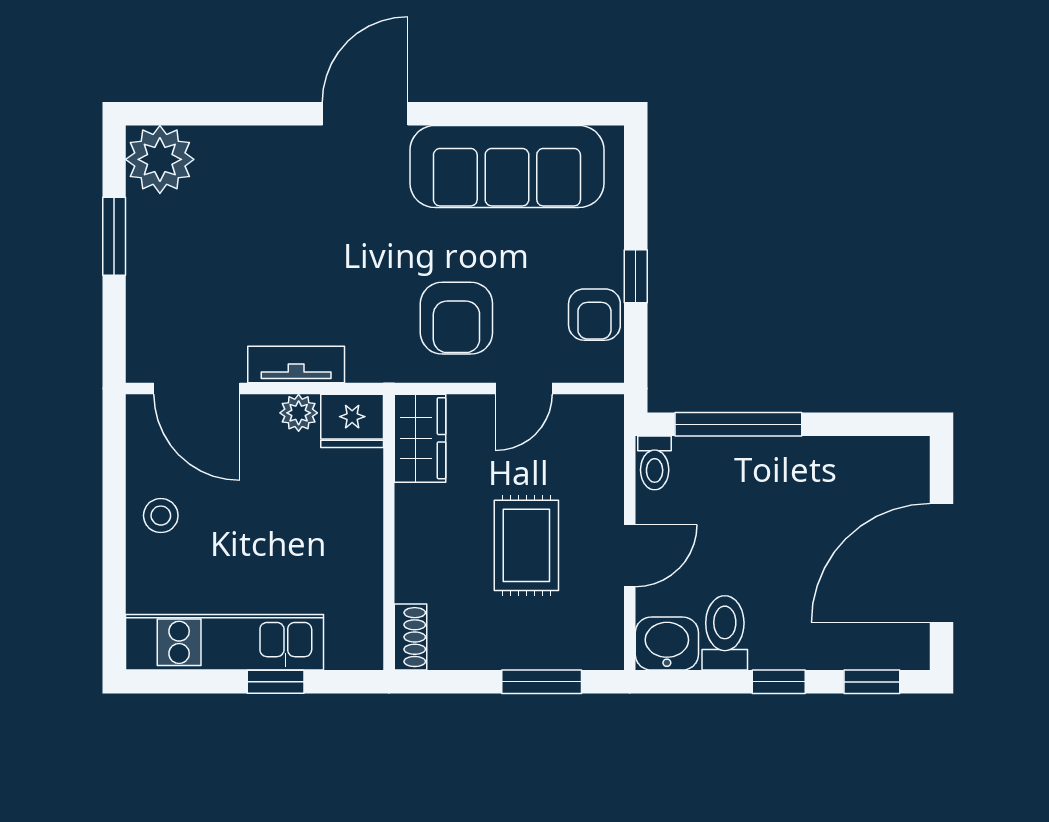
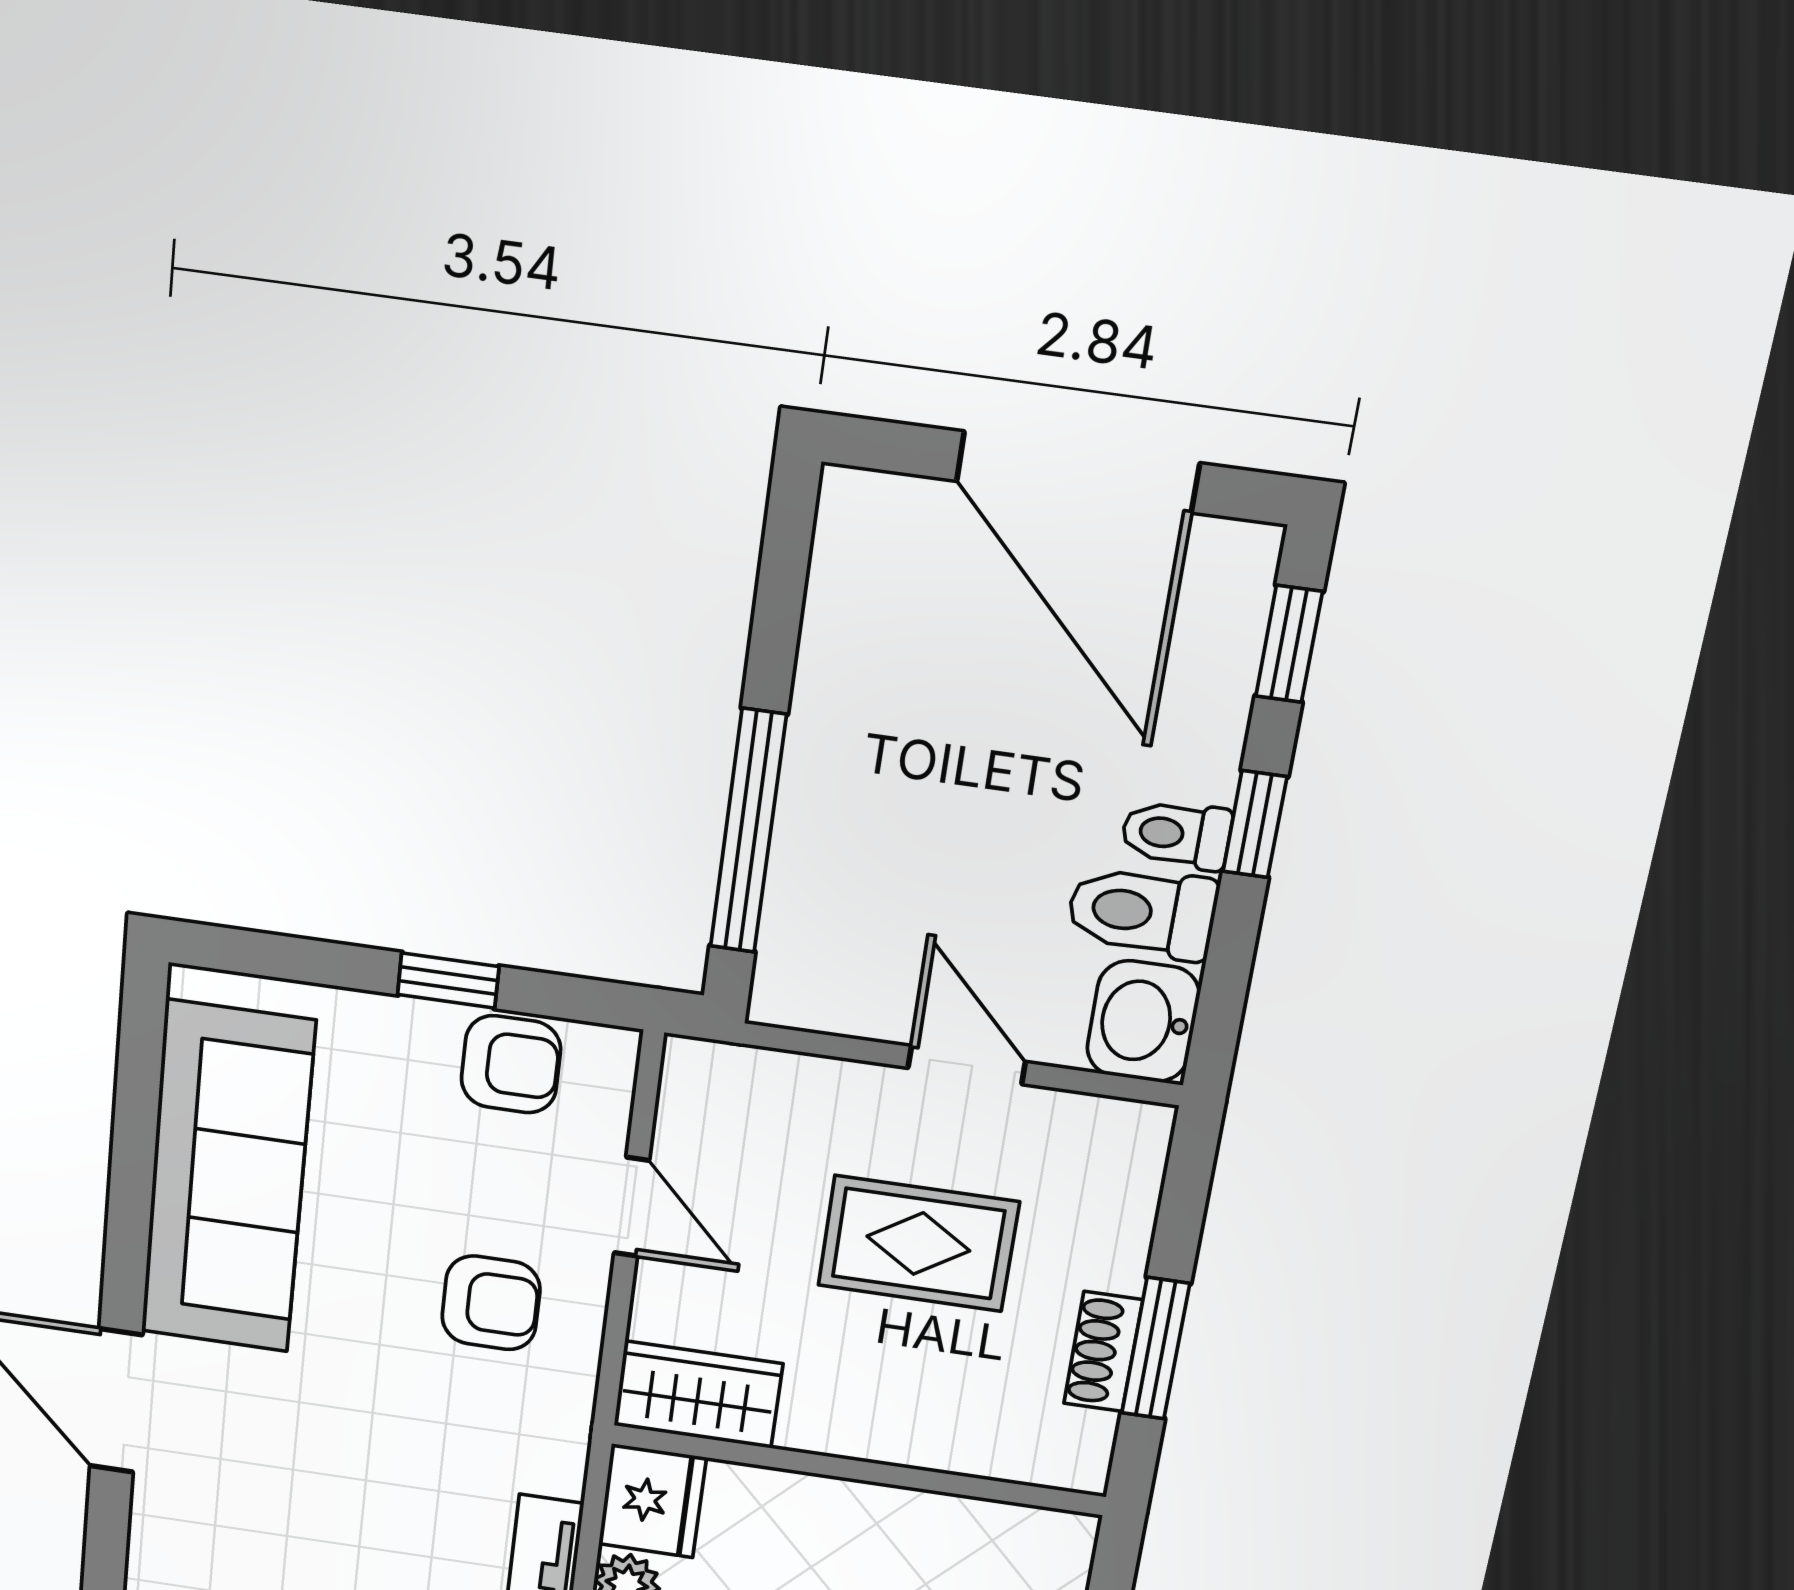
armchair: (456, 318) -> (491, 1303), width x0.72, depth x0.72
toilet: (655, 463) -> (1176, 834), moved, turned 180
shoe rack: (411, 637) -> (1103, 1352), moved, turned -90
window: (542, 682) -> (1156, 1348), moved

